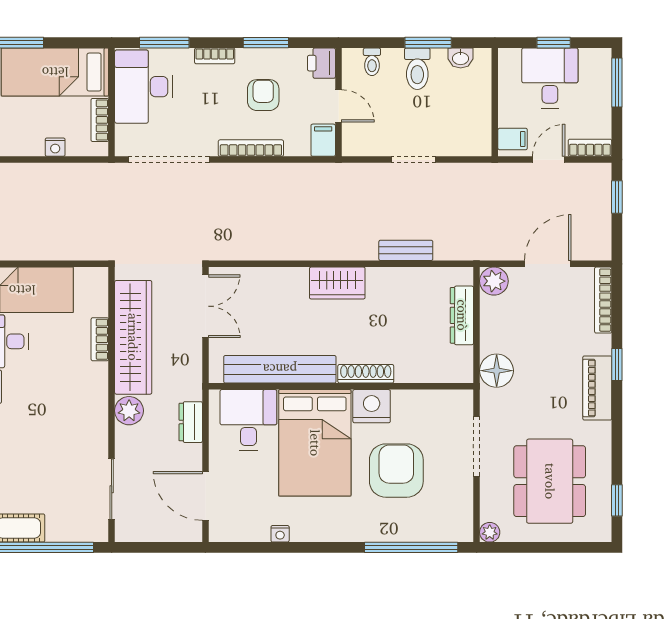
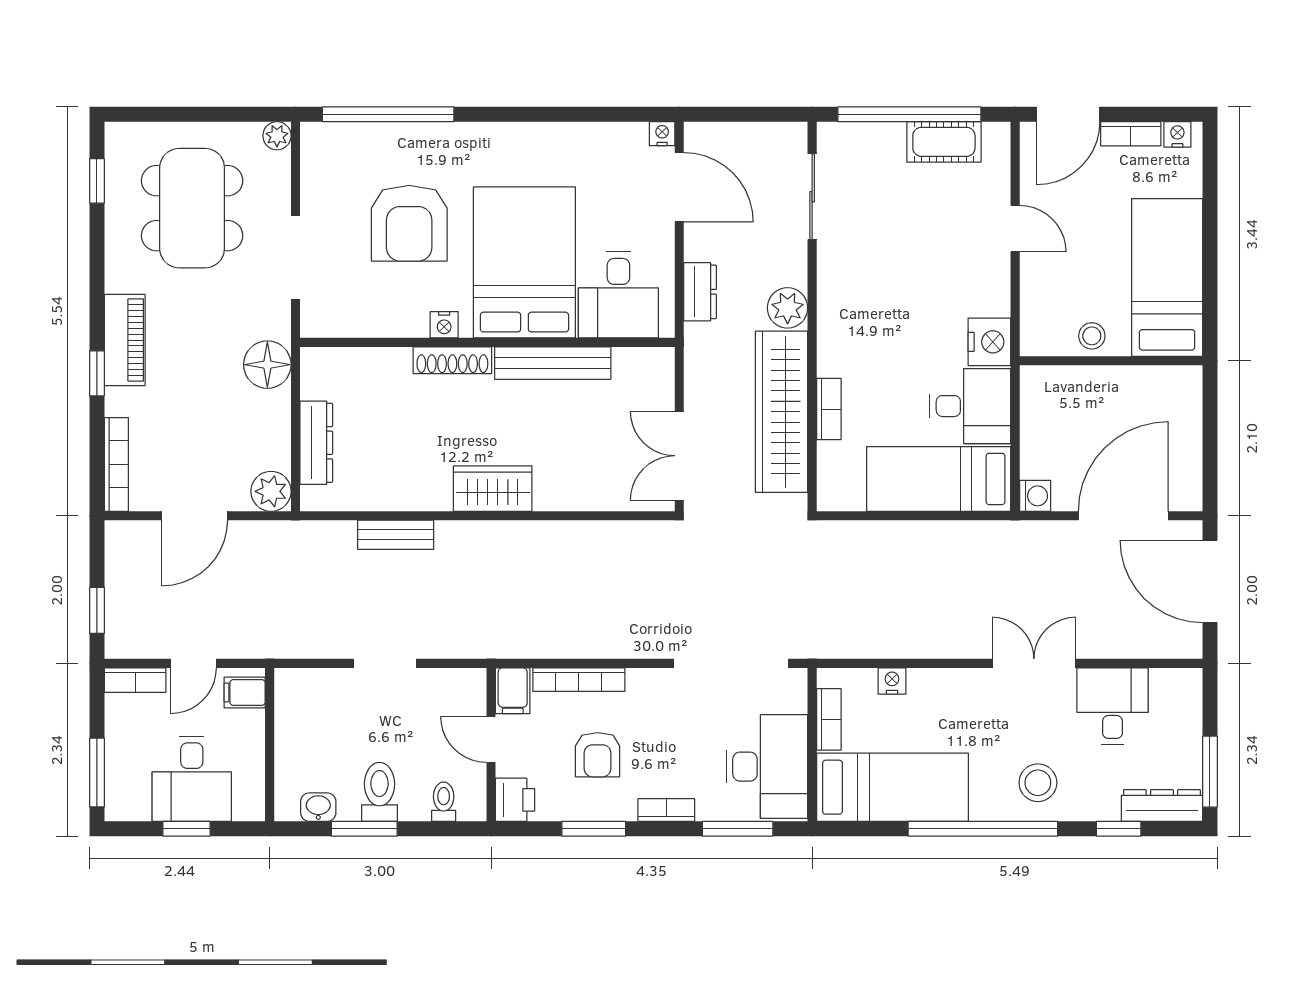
bookcase: (251, 148) -> (579, 680), moved
bench: (280, 369) -> (553, 363), width x0.73, depth x0.82
nightstand: (372, 406) -> (444, 325), width x0.53, depth x0.56
nightstand: (280, 534) -> (662, 134), moved

